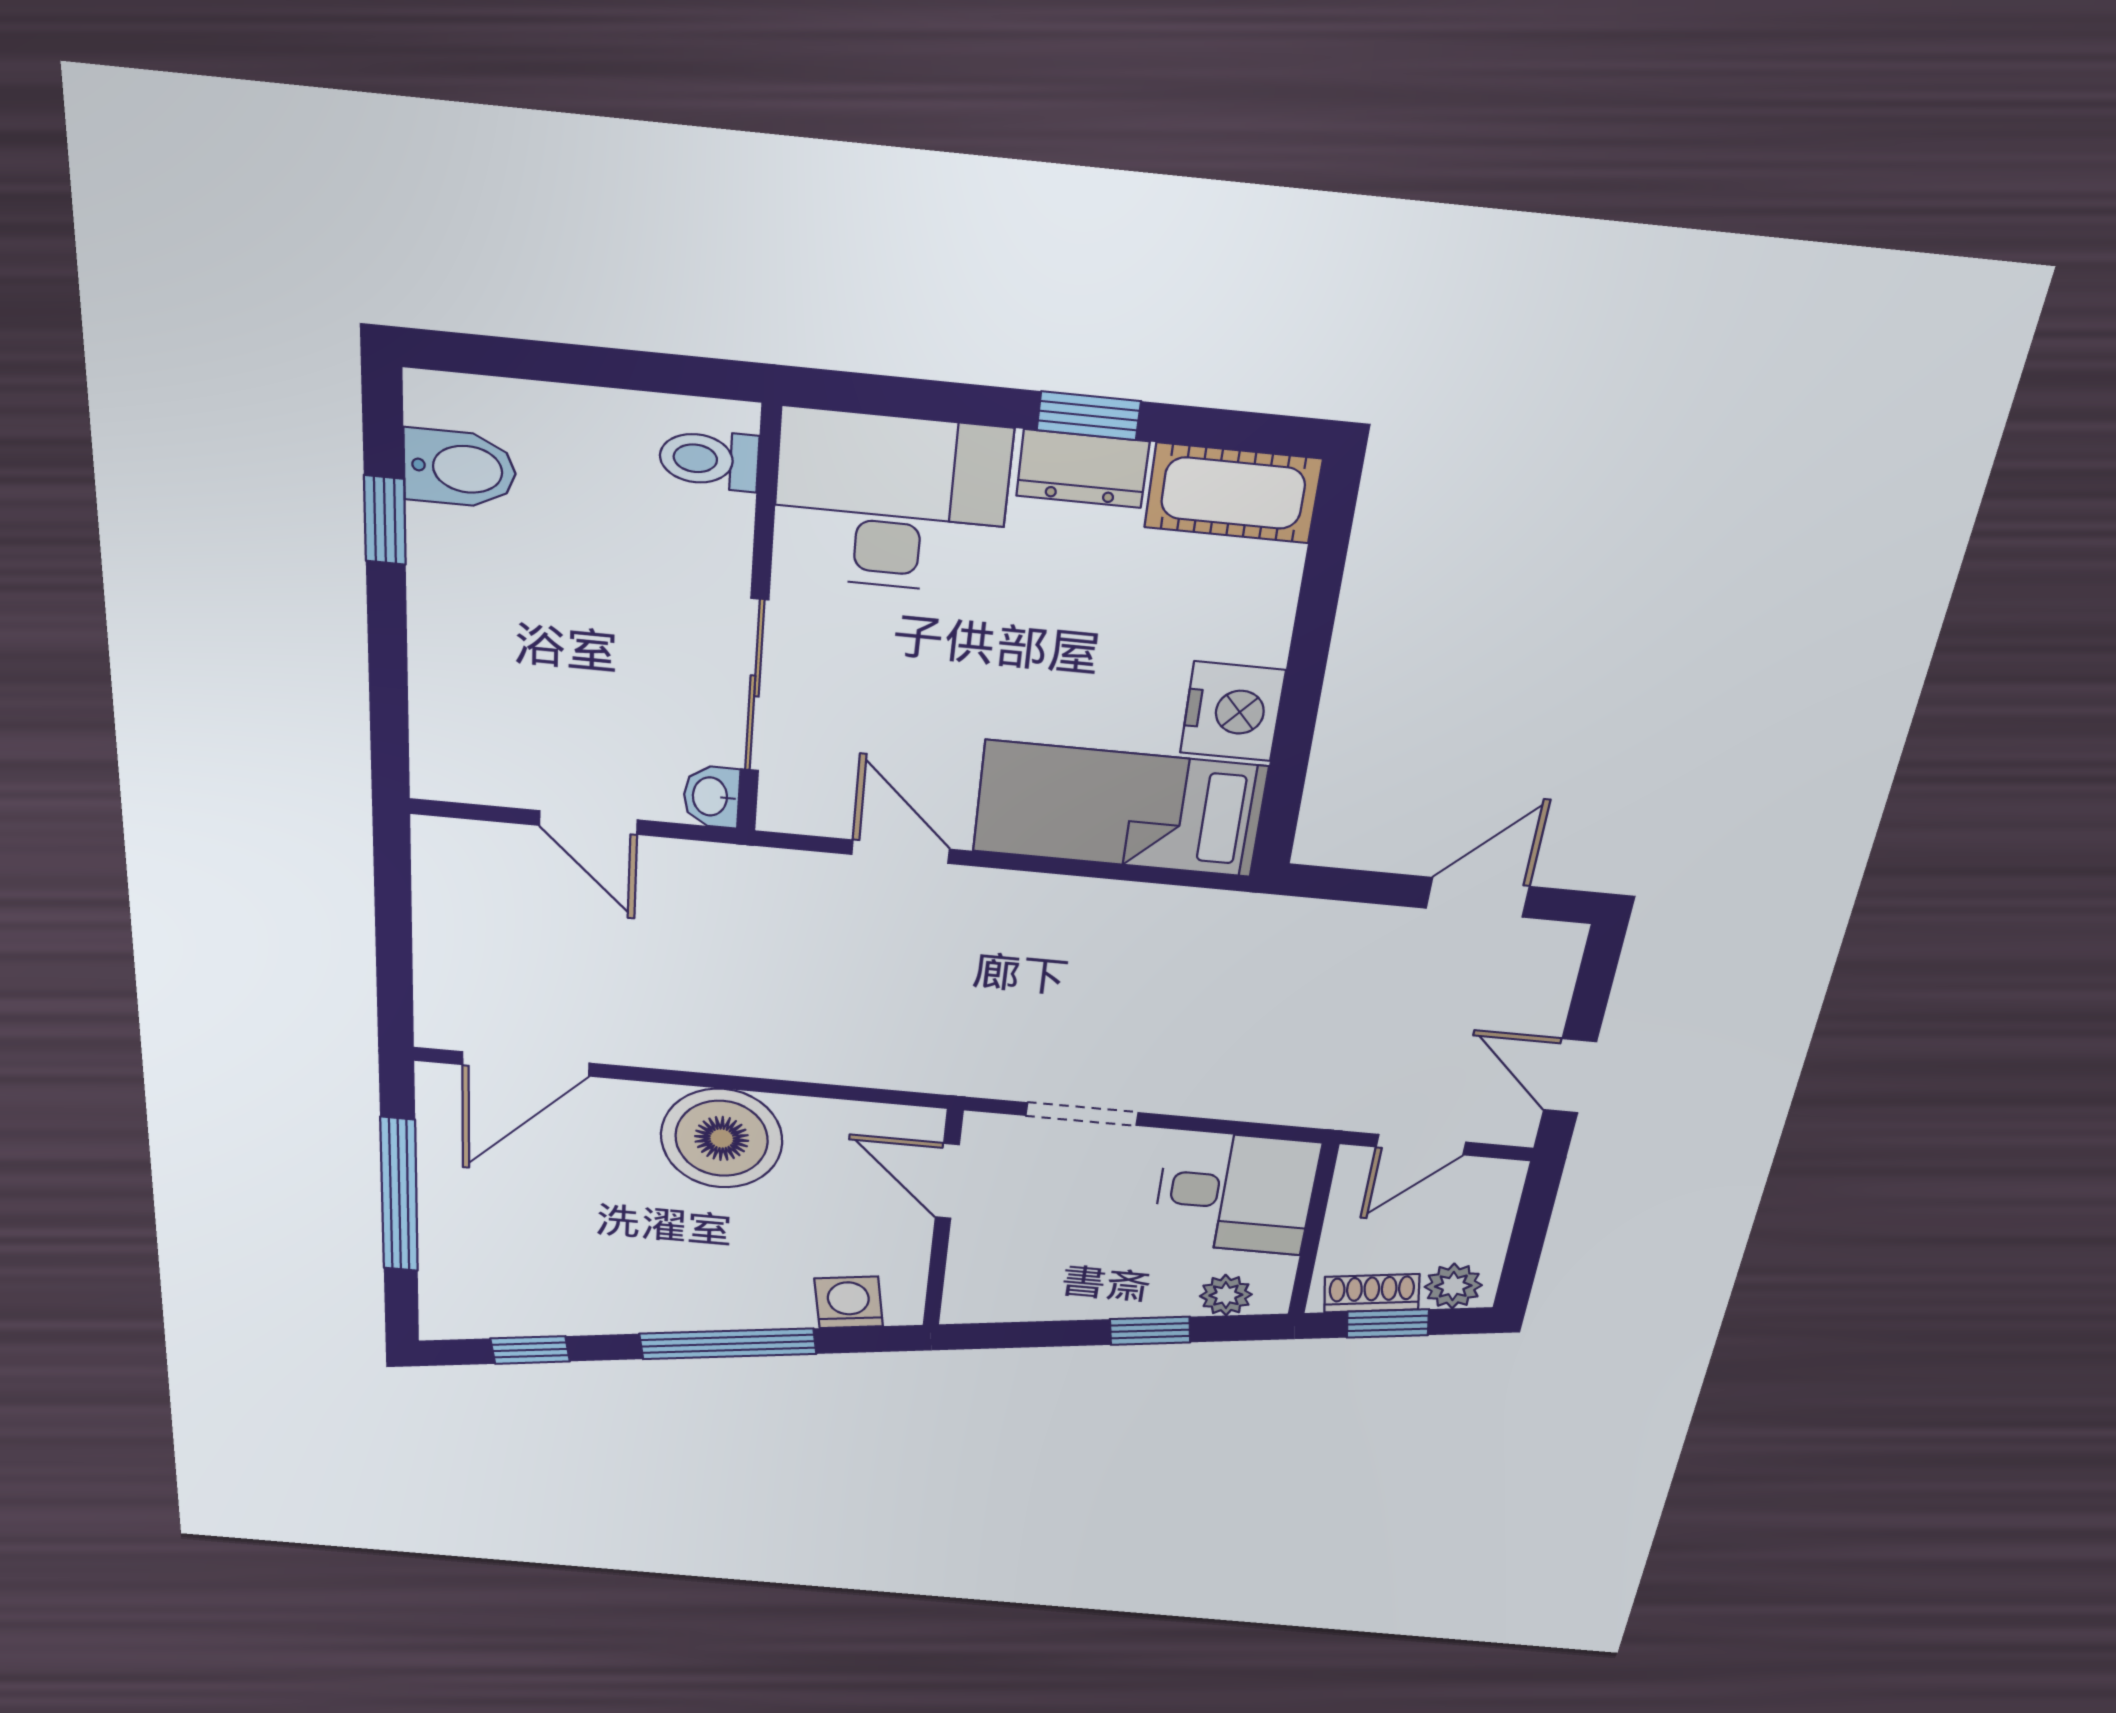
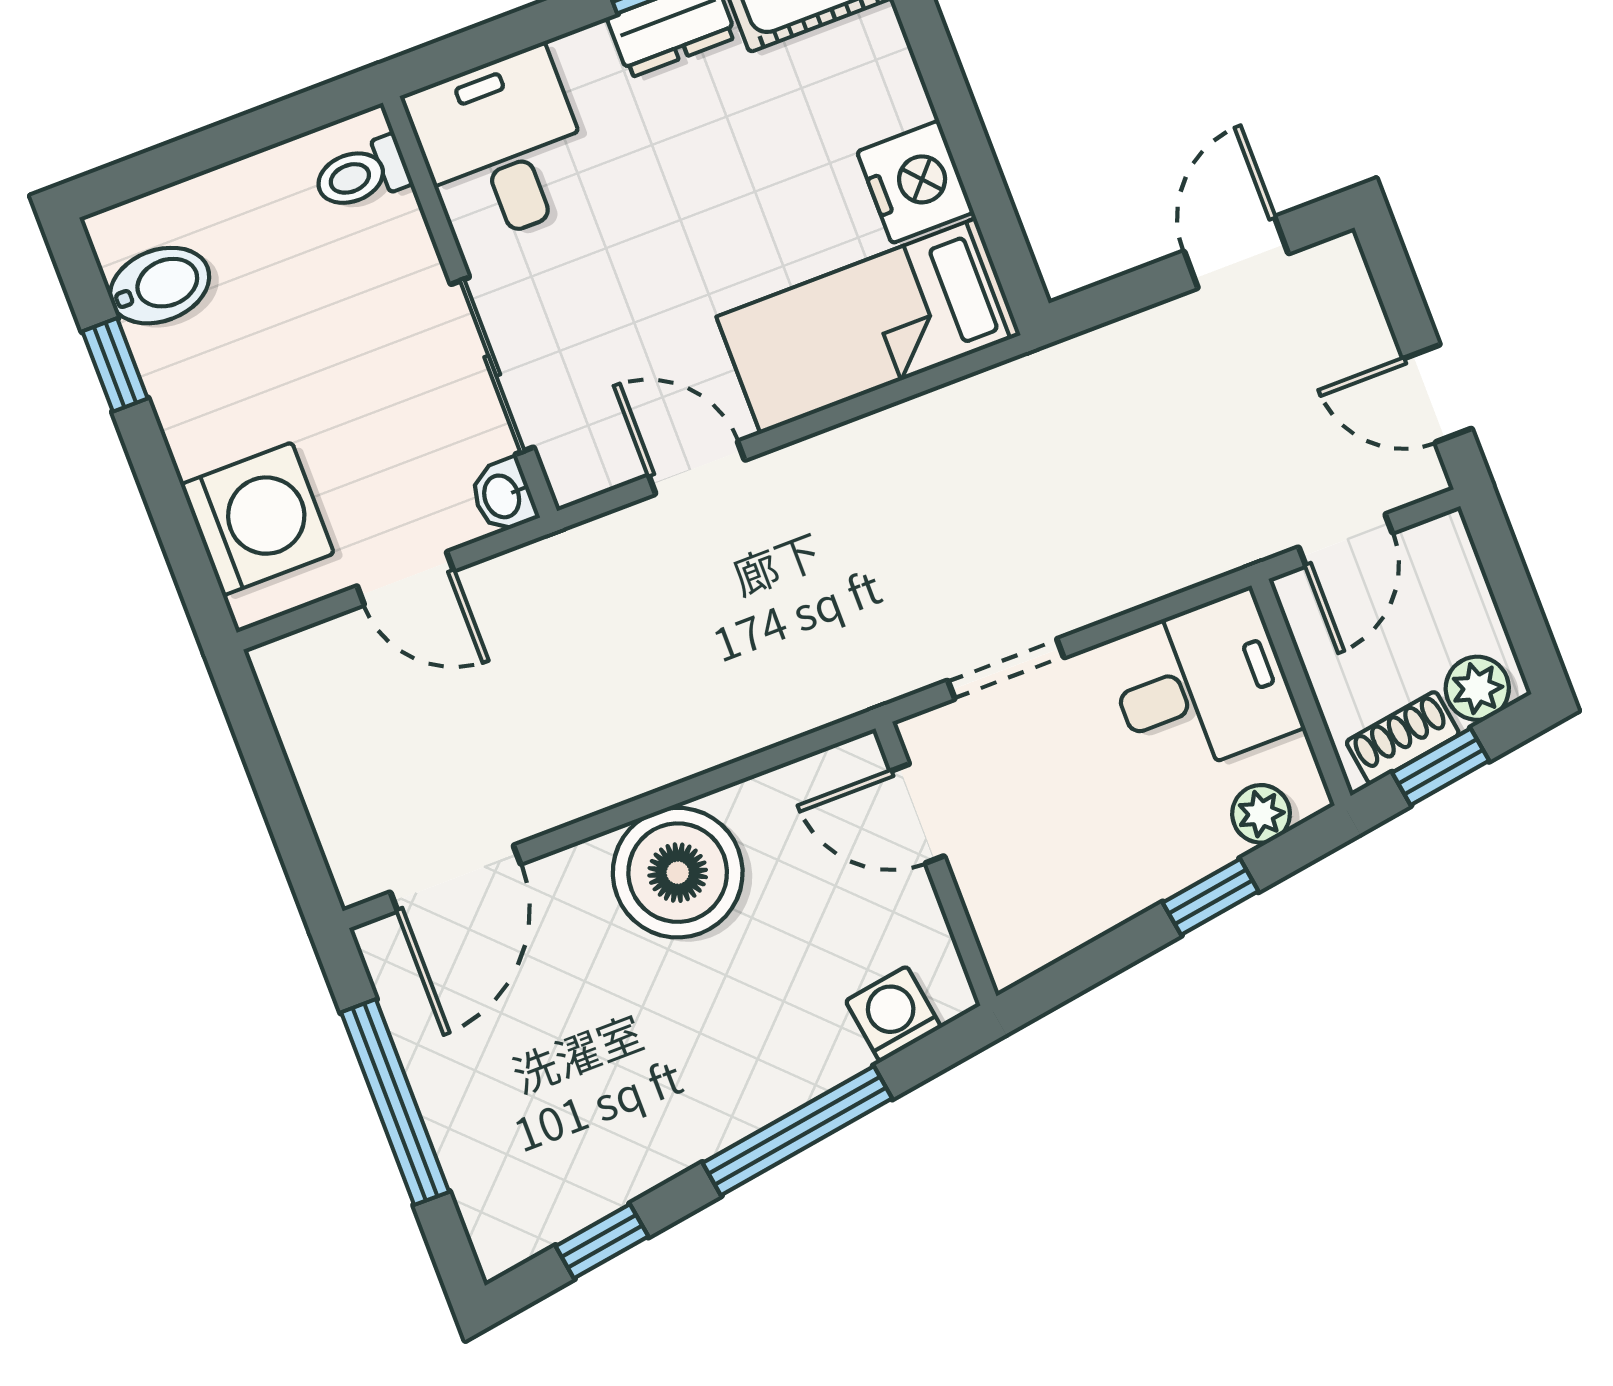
desk: (891, 502) -> (502, 147), width x0.73
washing machine: (470, 714) -> (257, 519), added

